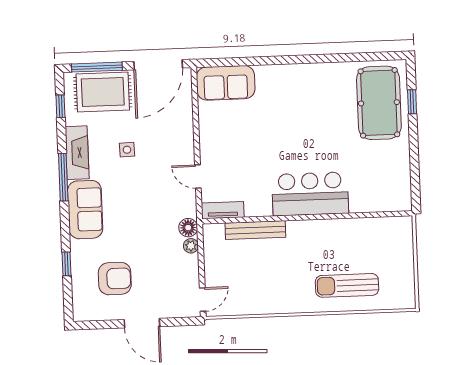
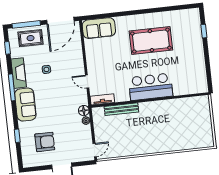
rug: (103, 92) -> (31, 38), width x0.73, depth x0.70
pool table: (379, 103) -> (151, 41), moved, turned 90
sun lounger: (347, 285) -> (175, 136), removed

